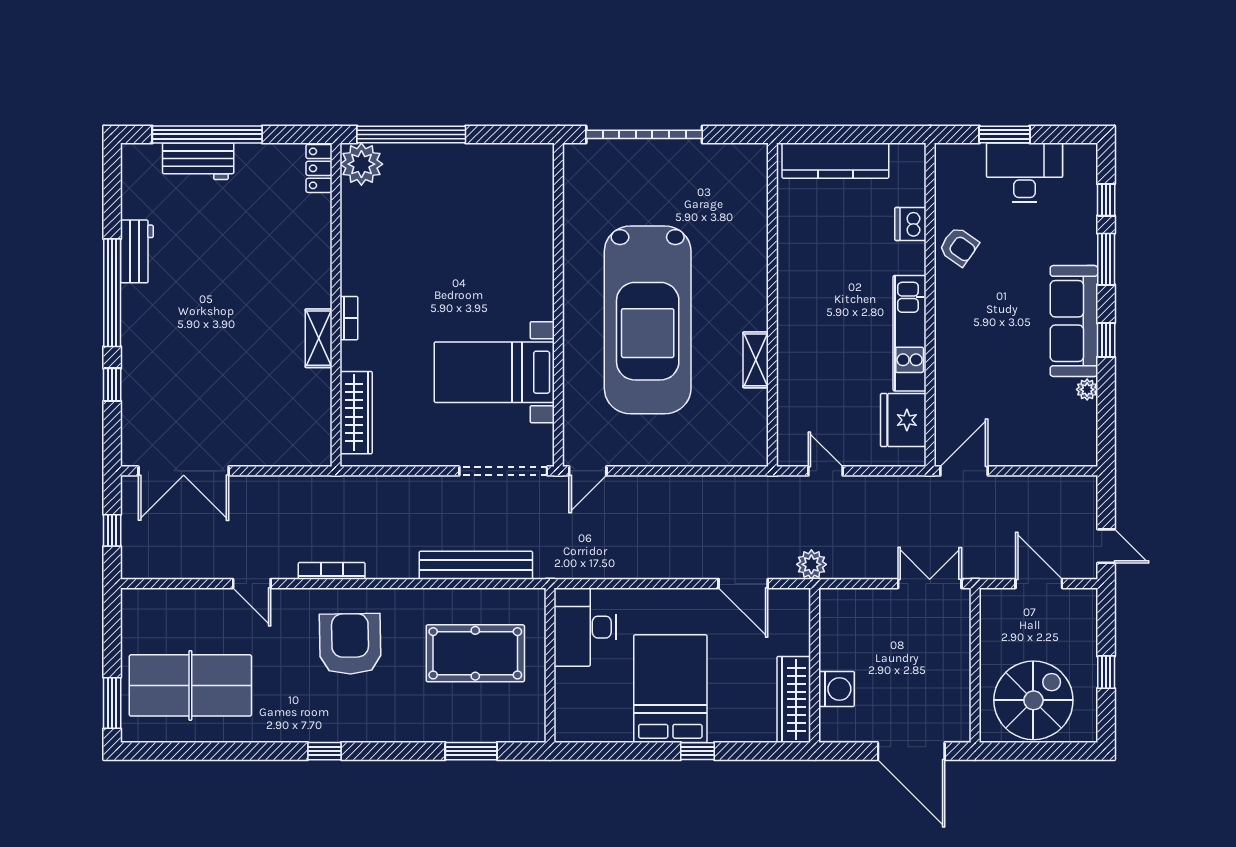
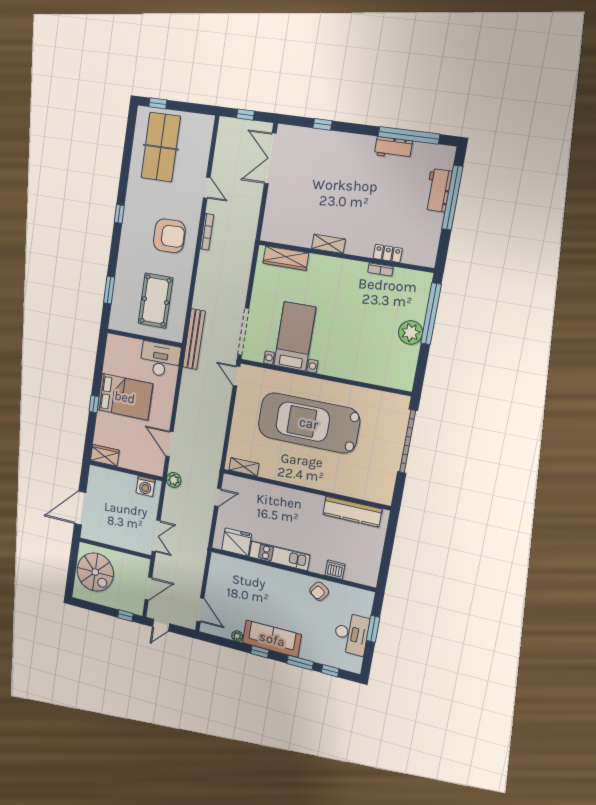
kitchen counter: (835, 161) -> (352, 512), moved, turned -90
plant: (361, 164) -> (411, 332), moved
locker: (319, 168) -> (388, 253), moved
window: (112, 293) -> (409, 135), moved
bookcase: (349, 318) -> (380, 269), moved
shelving: (756, 360) -> (244, 467), moved
door: (964, 471) -> (200, 610), moved
bench: (476, 565) -> (194, 339), moved
door: (252, 584) -> (207, 188), swing flipped
door: (743, 584) -> (169, 444), hinge flipped
window: (1106, 672) -> (125, 616), moved
washing machine: (837, 689) -> (146, 486), moved
wardrobe: (794, 699) -> (105, 455), width x0.67
window: (112, 703) -> (158, 103), width x0.67

